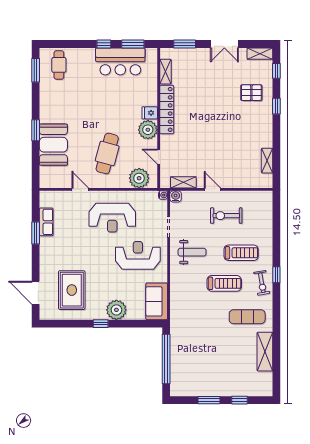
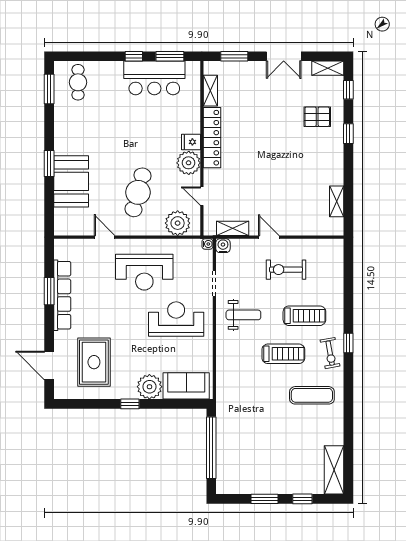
row of seats: (46, 222) -> (62, 295), width x2.02
sofa: (157, 301) -> (186, 386), moved, turned 90
shelving: (265, 352) -> (334, 470), moved

